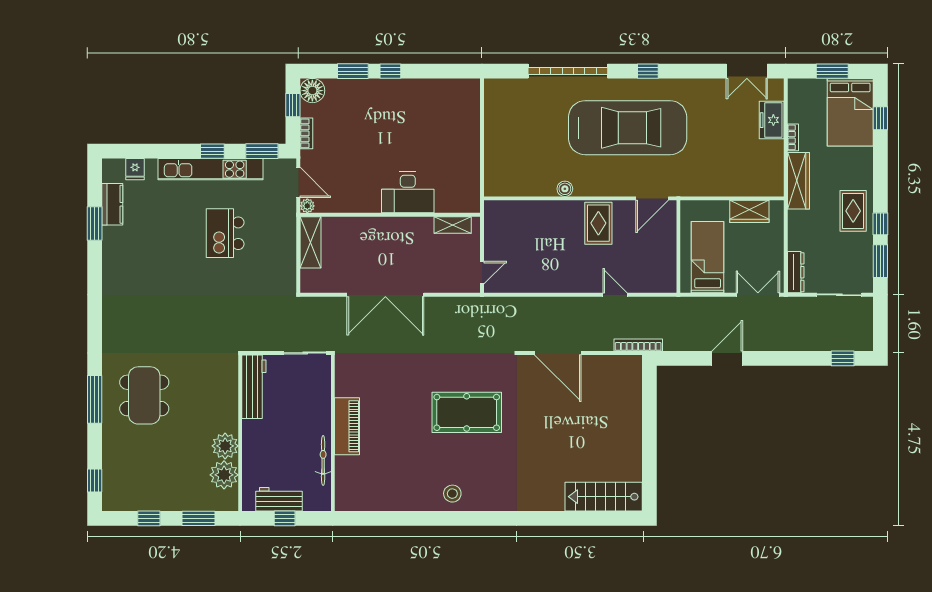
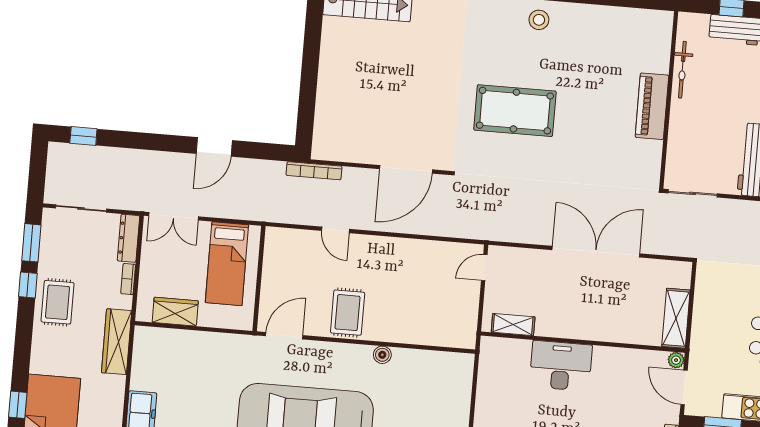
bookcase: (793, 137) -> (128, 279), moved
door: (558, 353) -> (406, 169), swing flipped

